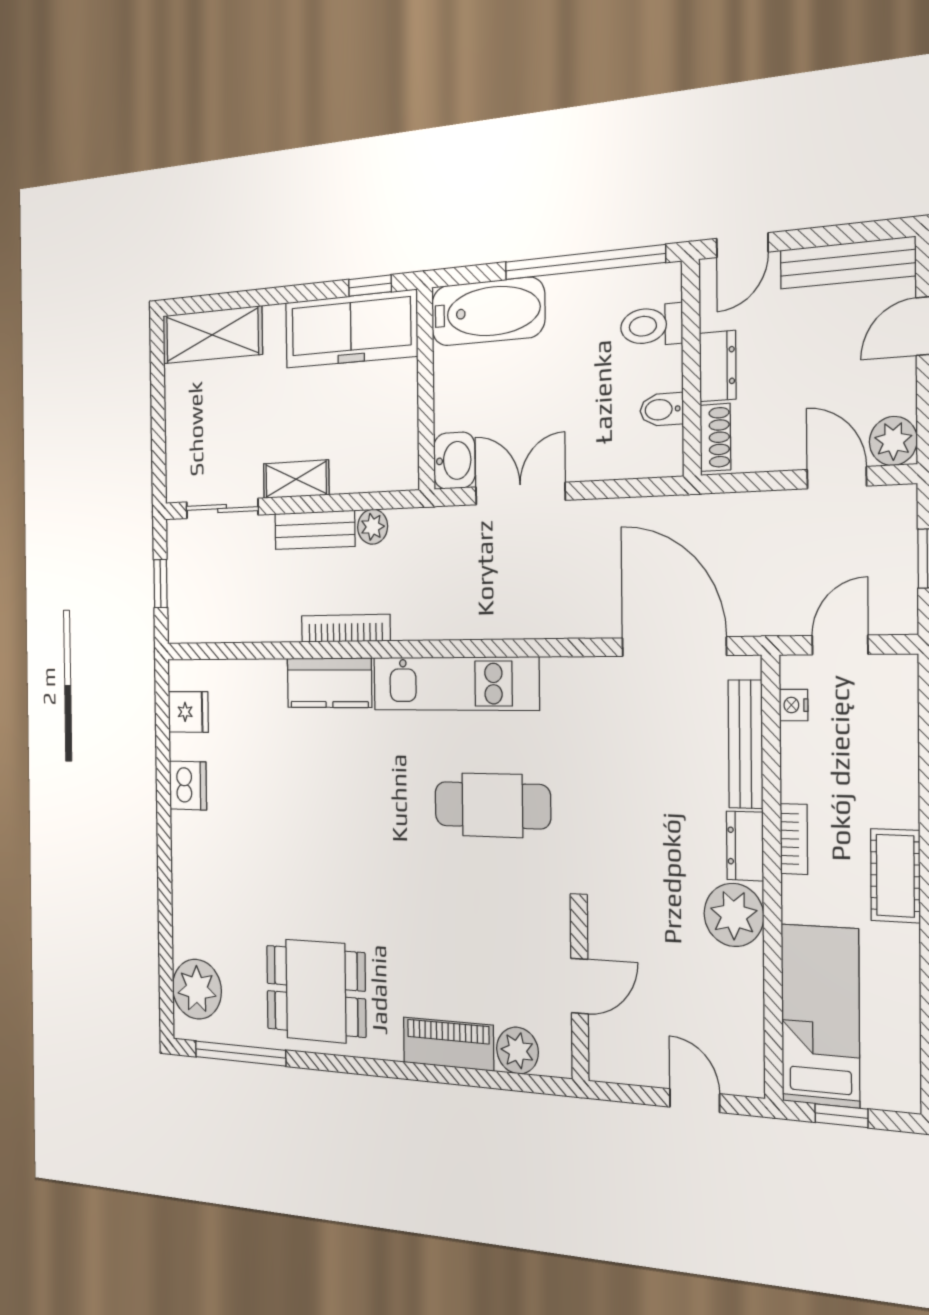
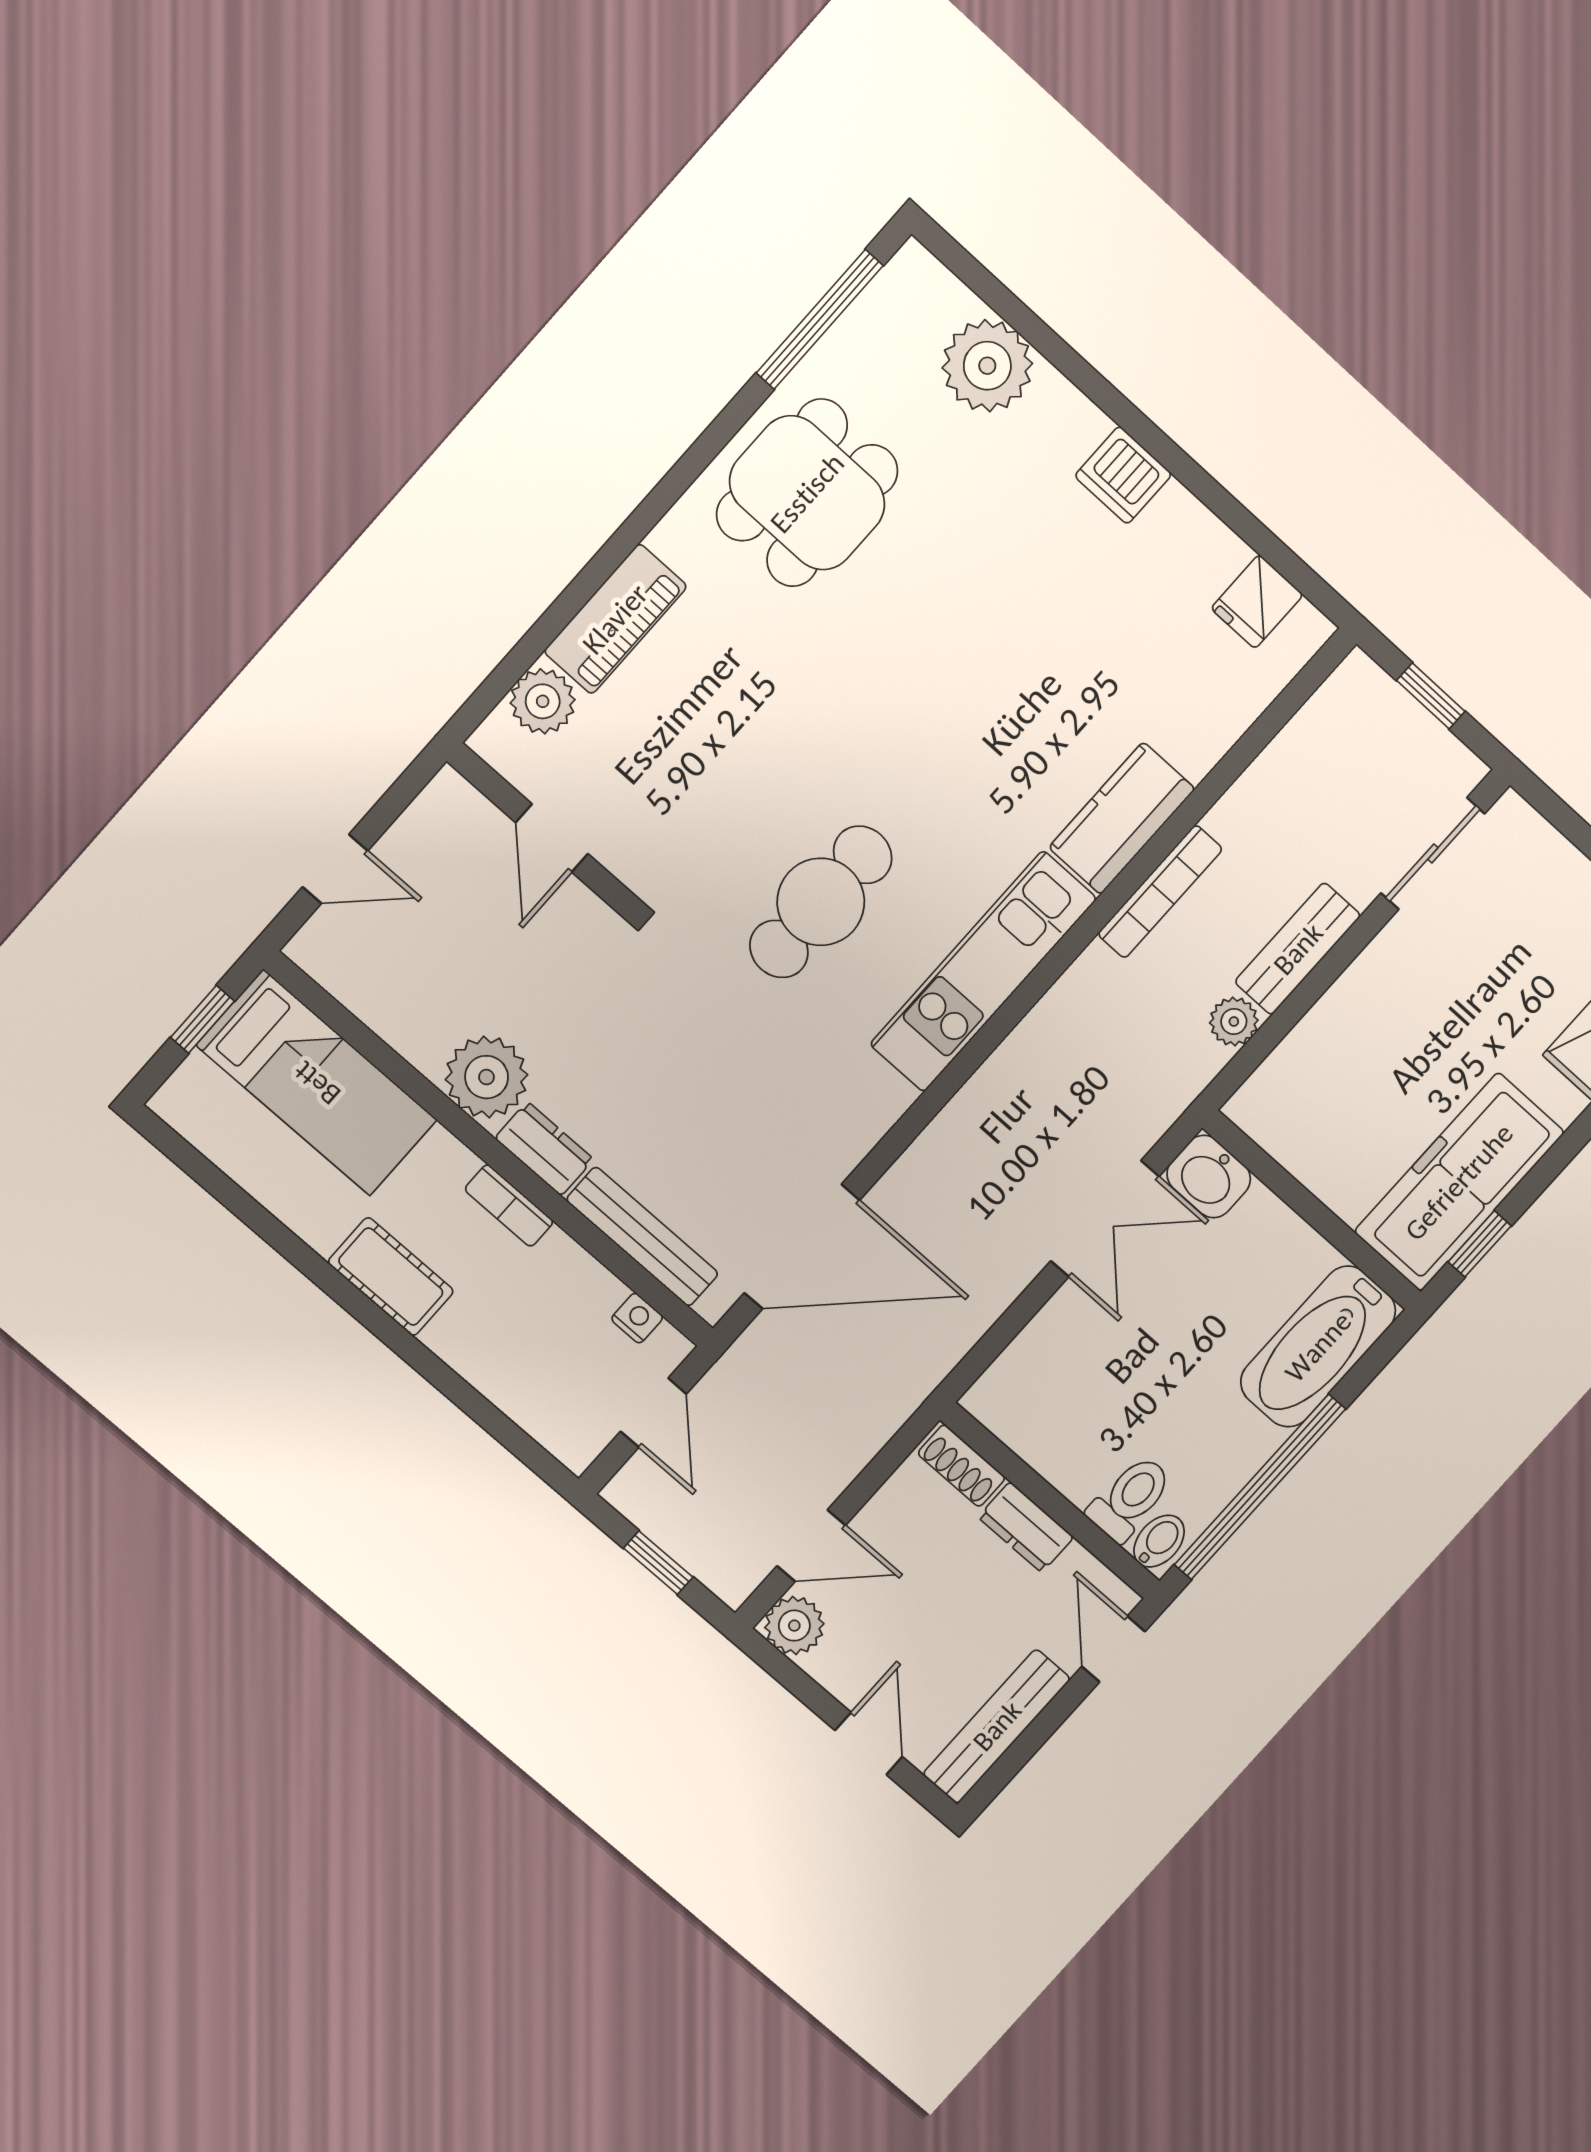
bidet: (662, 410) -> (1159, 1541), moved
shelving: (296, 479) -> (1372, 975), removed
dishwasher: (188, 785) -> (1123, 475), moved
plant: (197, 989) -> (987, 366), moved

